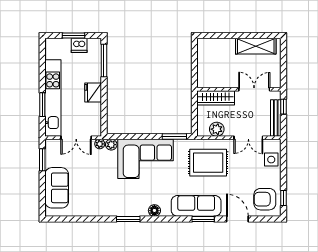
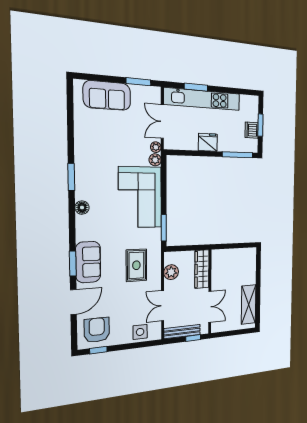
rug: (208, 163) -> (136, 265), width x0.73, depth x0.70
sofa: (196, 206) -> (88, 262), width x0.73

